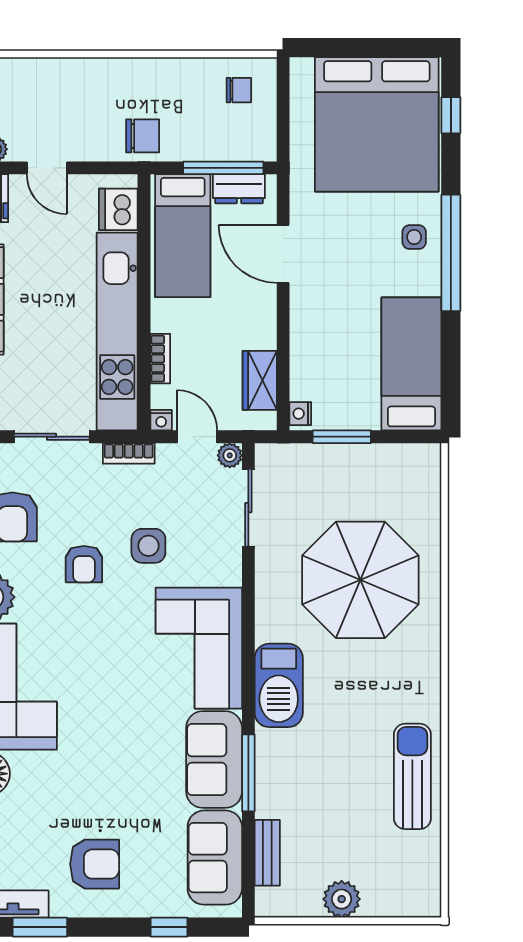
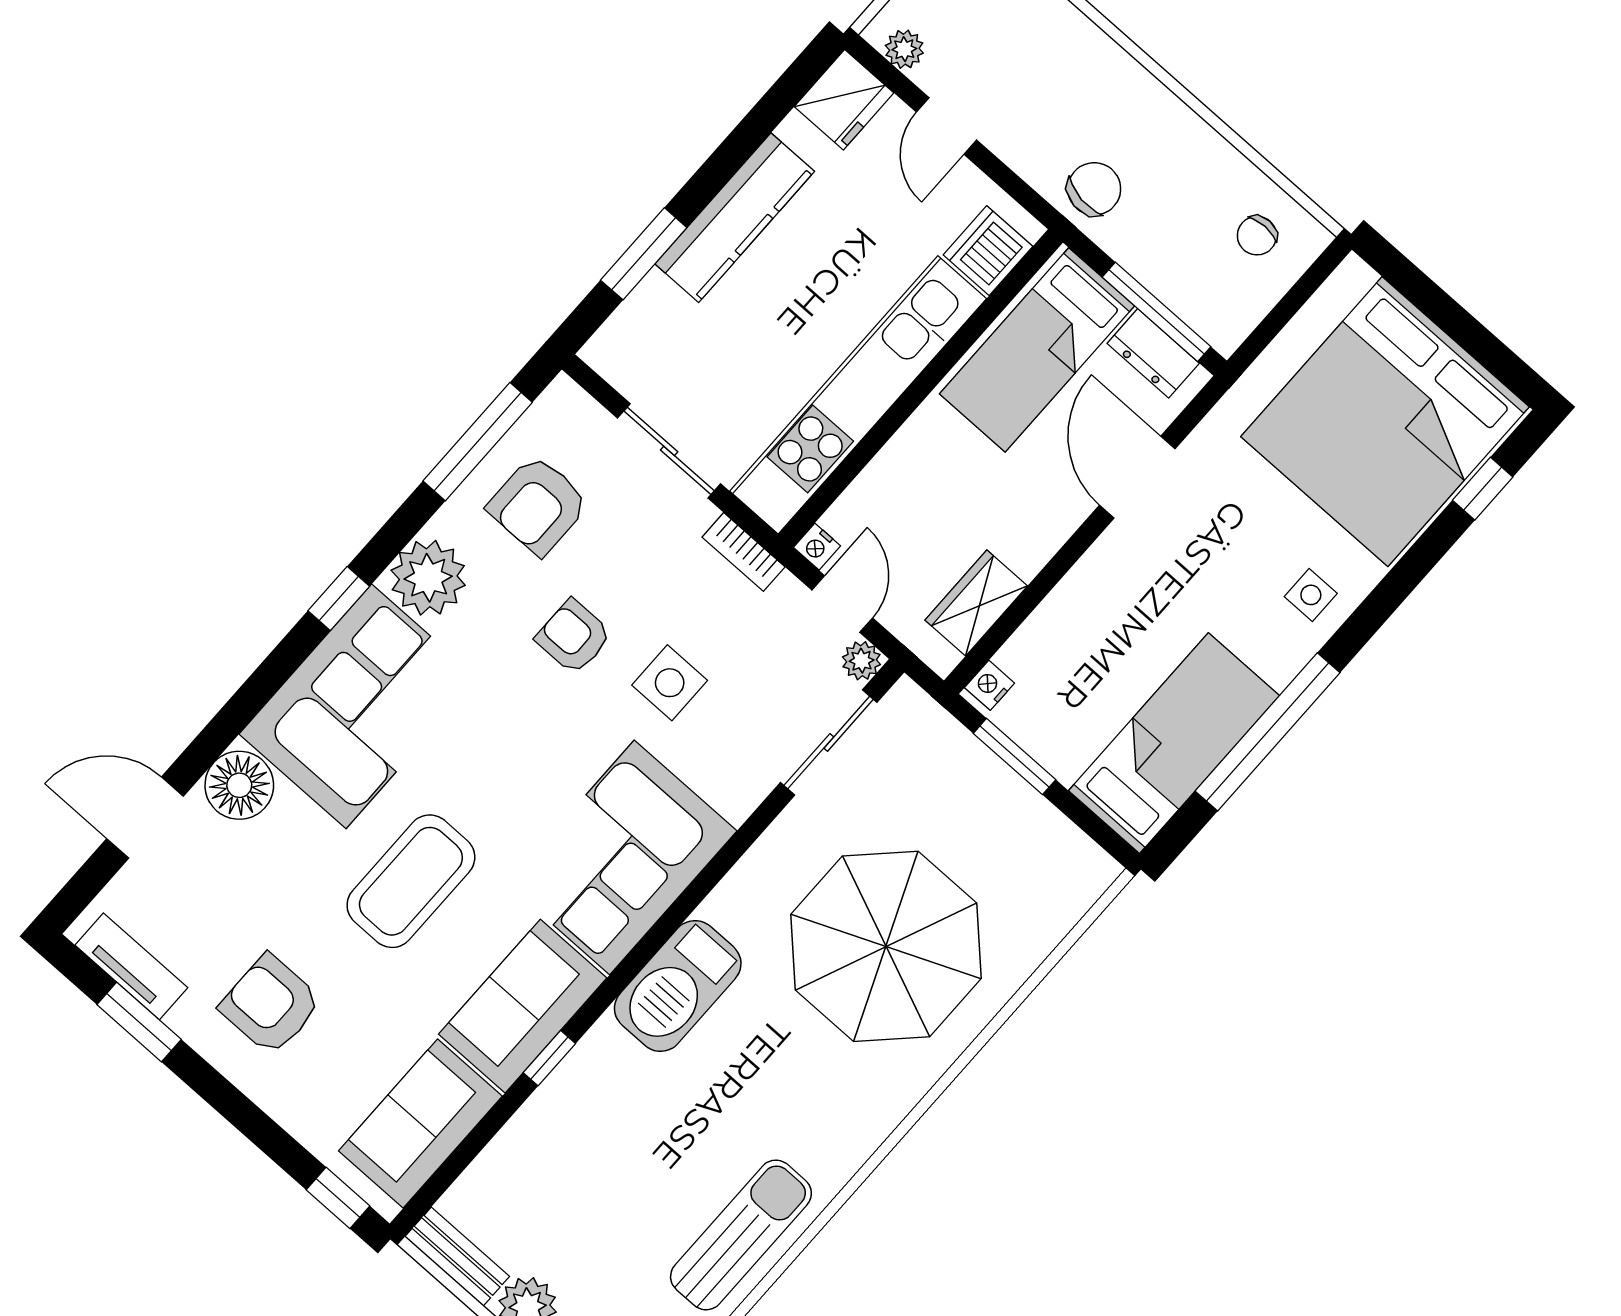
chair: (239, 90) -> (1257, 236), turned 90
chair: (143, 136) -> (1094, 189), turned -82
window: (451, 253) -> (1268, 732), moved
bookcase: (160, 359) -> (881, 472), removed
armchair: (84, 564) -> (574, 637), turned 90
coffee table: (109, 747) -> (411, 881), added
window: (248, 773) -> (549, 1058), width x0.46
bench: (267, 853) -> (457, 1257), moved, turned 90
armchair: (95, 864) -> (271, 1005), turned 180
window: (169, 927) -> (338, 1198), moved

